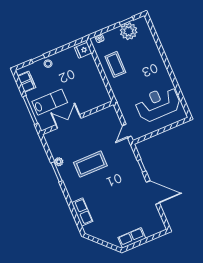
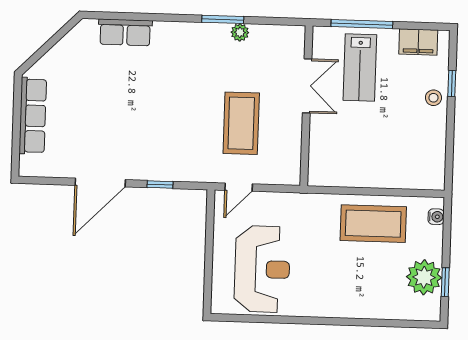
fridge: (83, 50) -> (428, 175), removed
coffee table: (115, 64) -> (373, 224), width x1.36, depth x1.32
door: (127, 131) -> (239, 187), swing flipped
coffee table: (90, 164) -> (241, 123), moved
row of seats: (132, 238) -> (33, 116), width x1.48

